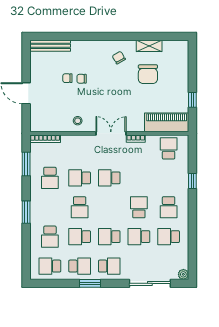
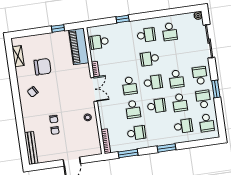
shelving: (149, 46) -> (18, 56), moved
double door: (111, 133) -> (94, 89), swing flipped
school desk: (139, 237) -> (153, 82), moved, turned -90

